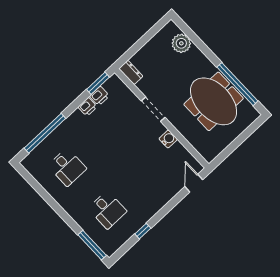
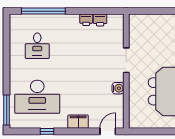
dresser: (131, 72) -> (134, 24), removed
window: (98, 83) -> (107, 11), removed
filing cabinet: (161, 198) -> (78, 122), added
desk: (107, 210) -> (37, 97), width x1.87, depth x1.30

